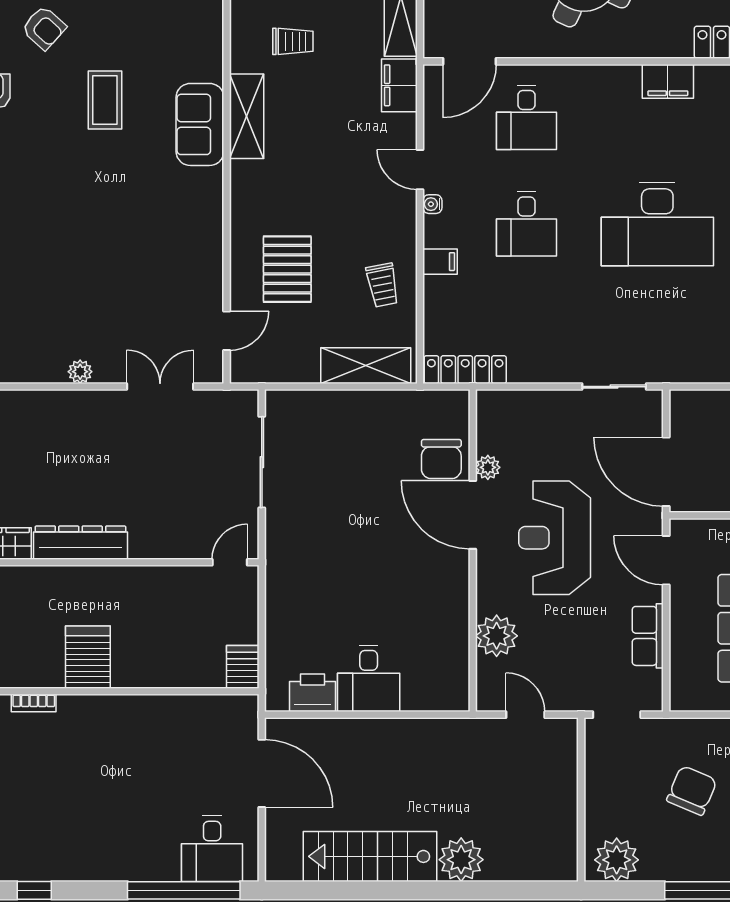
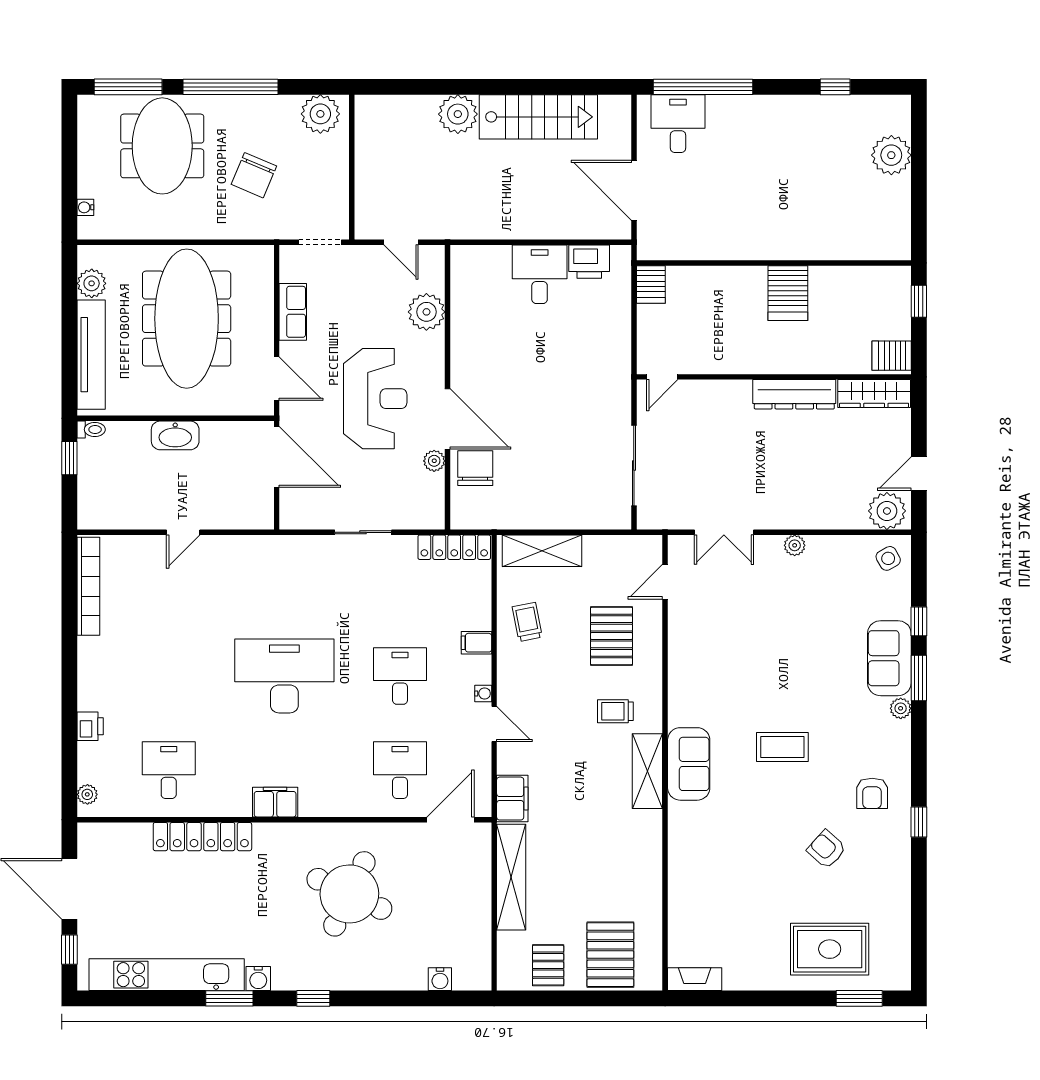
trolley: (293, 41) -> (615, 711), moved
coffee table: (105, 100) -> (782, 747), moved, turned 90
sliding door: (614, 387) -> (363, 532), moved
bookcase: (34, 703) -> (836, 252), removed

